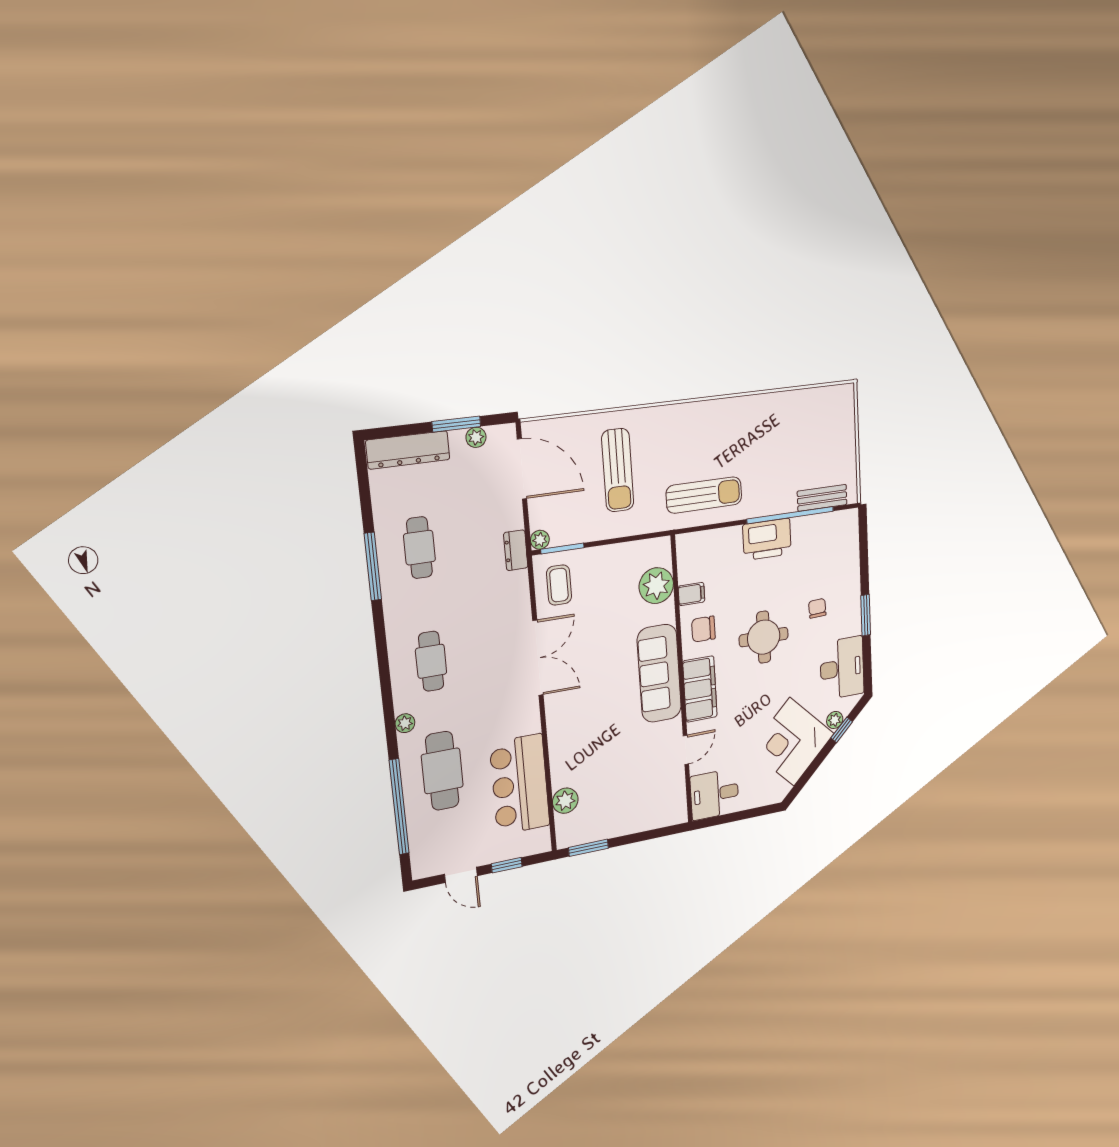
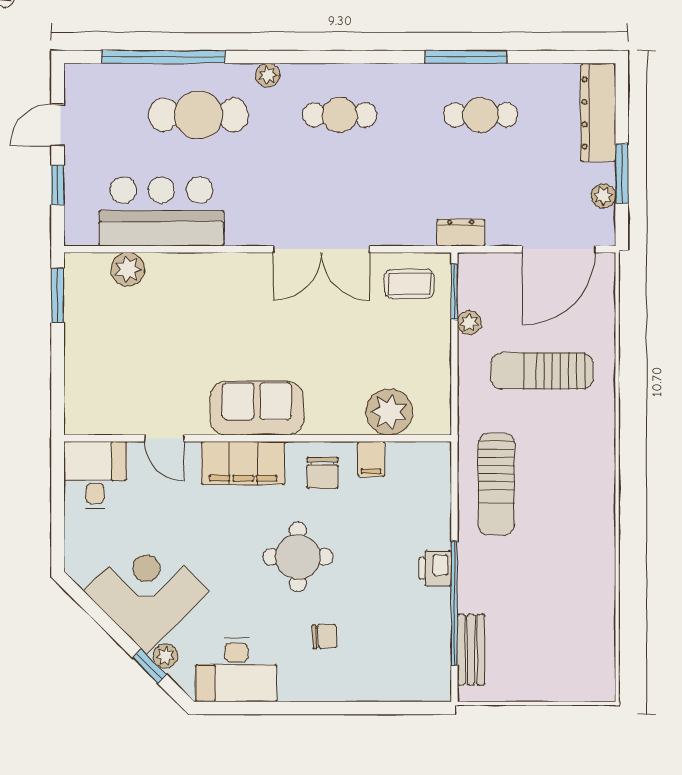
printer: (767, 539) -> (435, 568), width x0.53, depth x0.68
plant: (540, 540) -> (469, 323), moved
window: (866, 615) -> (304, 708), removed
chair: (703, 629) -> (322, 473), turned 180
sofa: (659, 673) -> (257, 408), width x0.73

